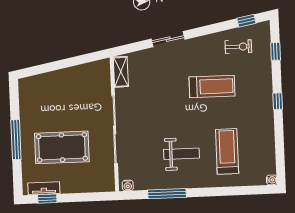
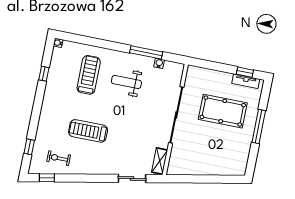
sliding door: (168, 39) -> (132, 178), moved
window: (278, 101) -> (44, 74), moved
treadmill: (227, 151) -> (89, 75), turned 180
water cooler: (128, 185) -> (159, 63), moved

